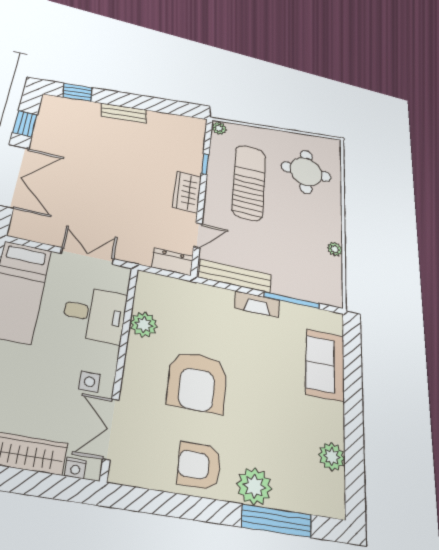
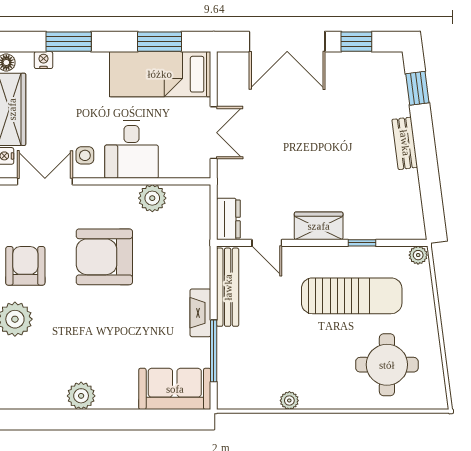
desk: (95, 314) -> (131, 150), moved
sofa: (325, 365) -> (175, 389), moved
plant: (332, 457) -> (81, 396), moved

